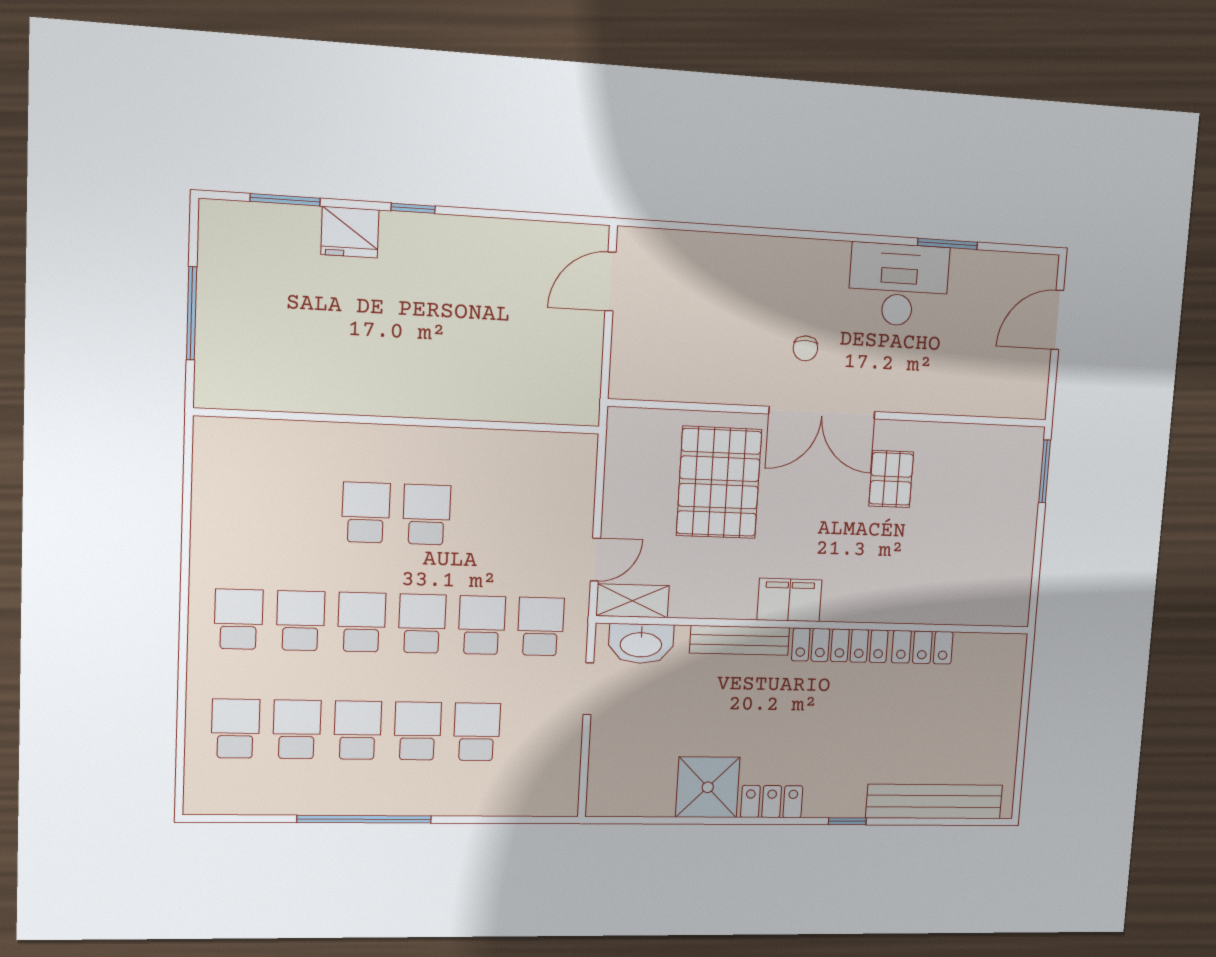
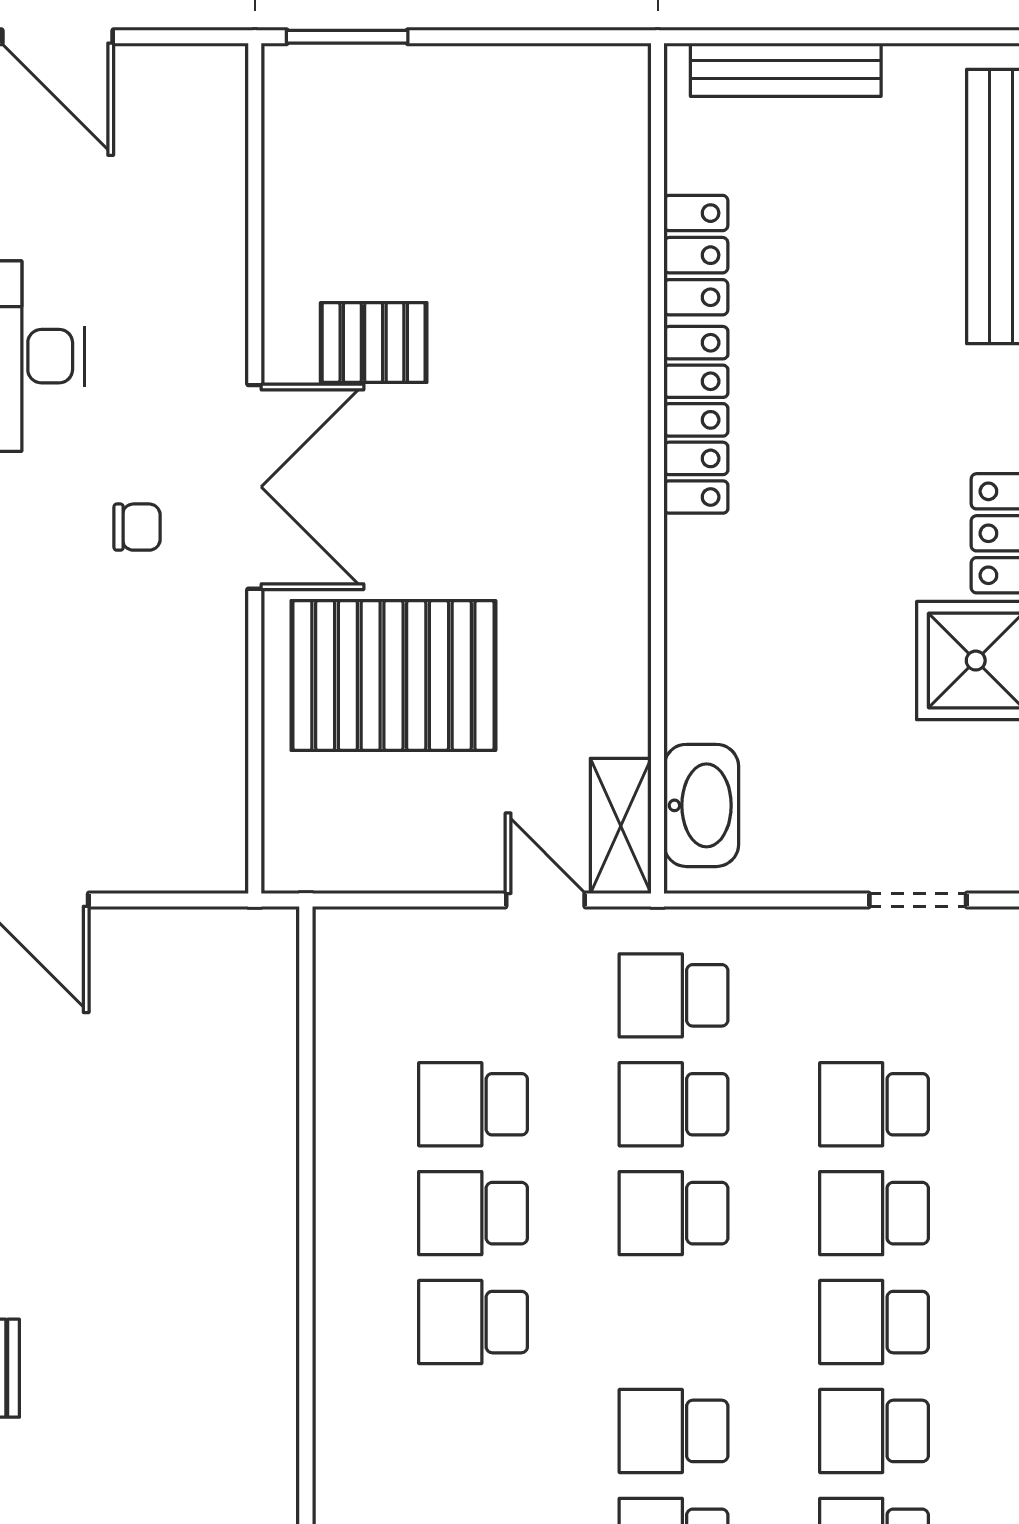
filing cabinet: (789, 600) -> (611, 525), removed
school desk: (362, 622) -> (473, 1104), moved
bench: (740, 640) -> (786, 70), moved, turned 90
doorway: (588, 689) -> (918, 900), moved

